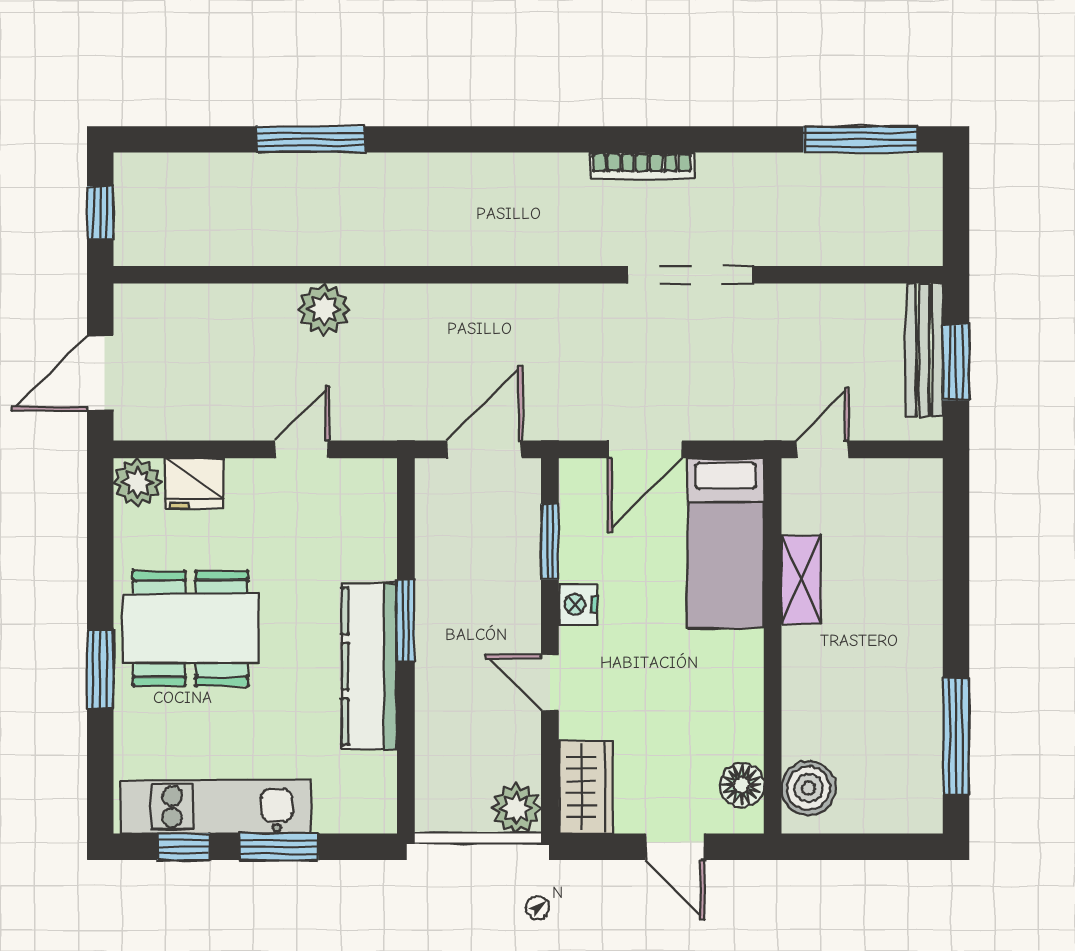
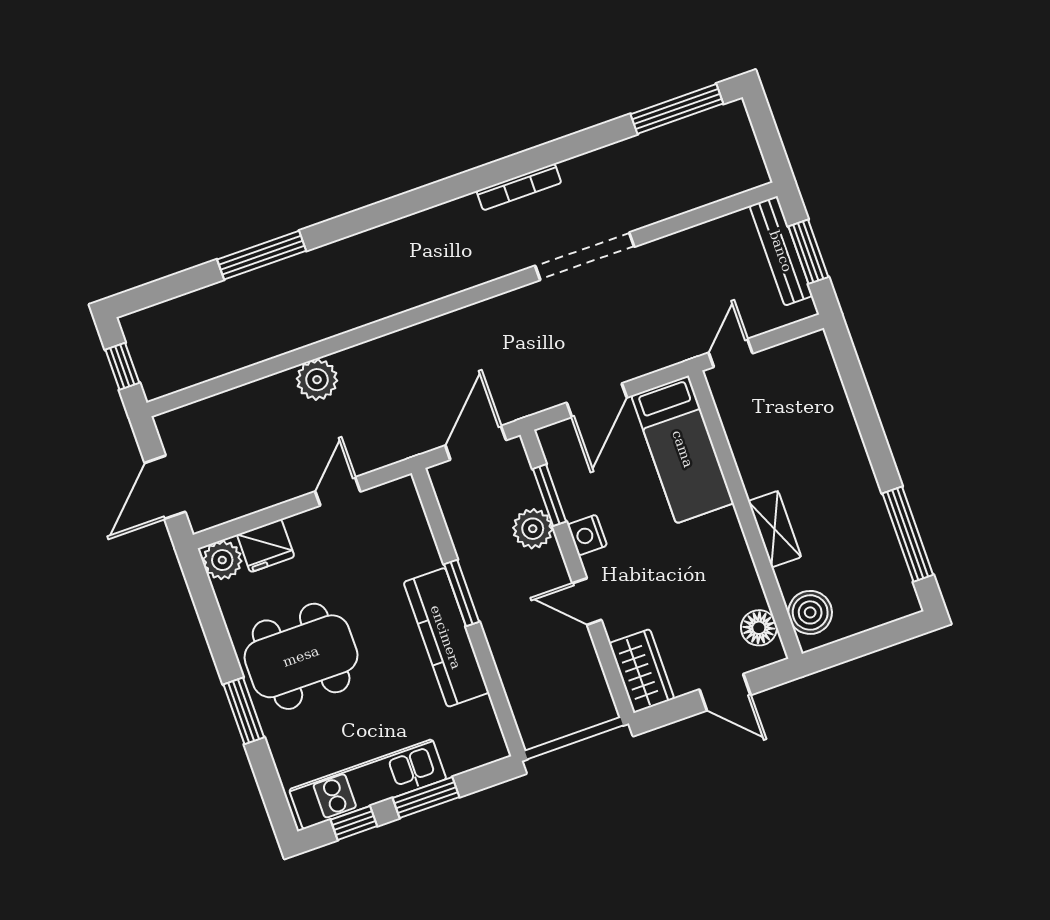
shelving: (801, 579) -> (775, 529), moved
plant: (516, 808) -> (533, 529), moved

